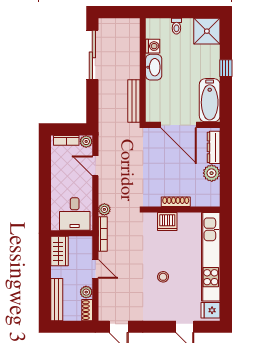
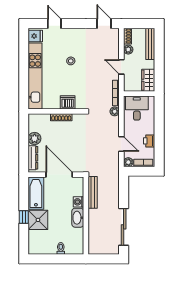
shower: (207, 31) -> (38, 220), moved
washing machine: (153, 46) -> (78, 202), moved
printer: (58, 170) -> (149, 141), added

